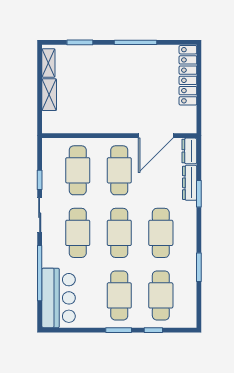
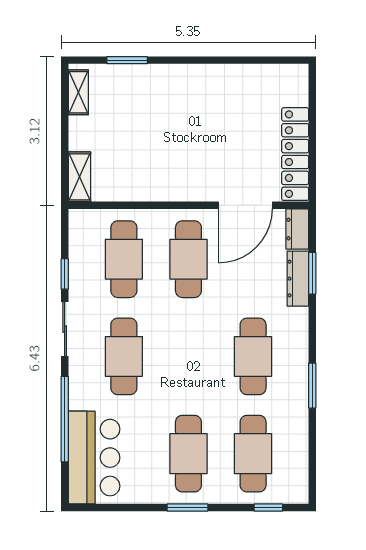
window: (135, 42) -> (214, 60), removed
locker: (188, 75) -> (295, 154), moved
shelving: (49, 95) -> (79, 177), moved
window: (199, 194) -> (312, 273), moved
cafe table: (119, 233) -> (188, 356), removed
window: (199, 267) -> (312, 386), moved
window: (153, 330) -> (268, 508), moved

